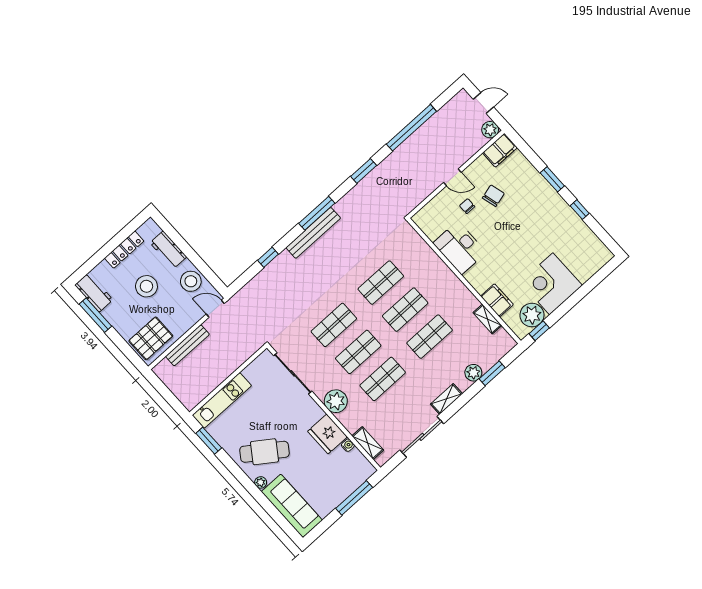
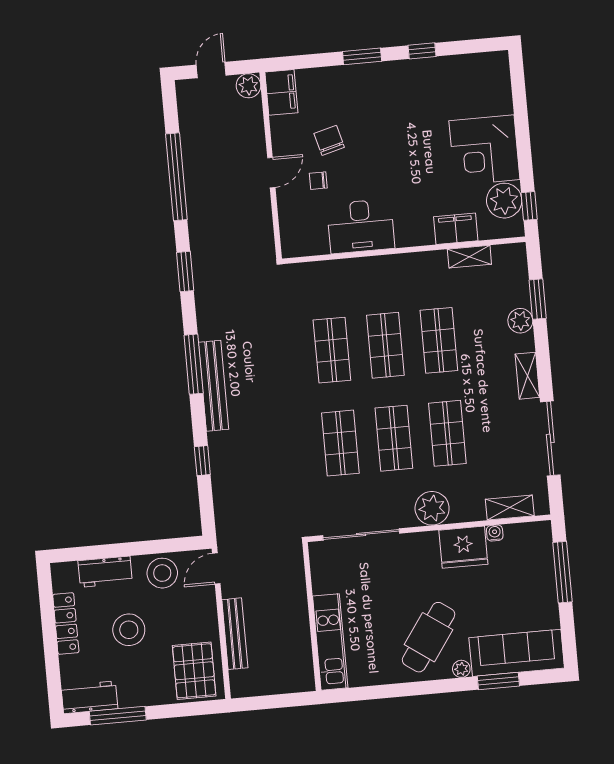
window: (209, 441) -> (498, 681), moved

